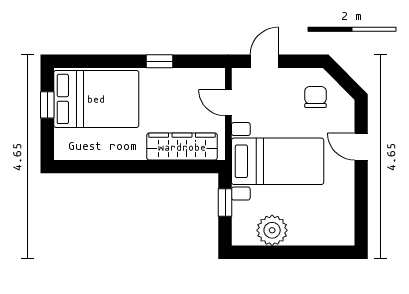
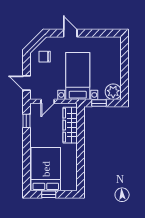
window: (159, 61) -> (26, 121), moved
door: (361, 147) -> (70, 33), swing flipped
plant: (272, 230) -> (113, 92), moved

